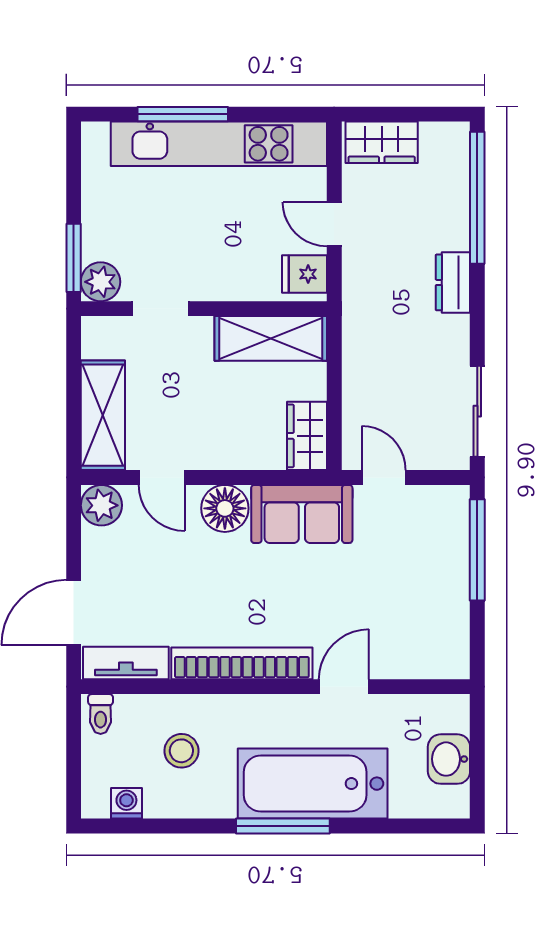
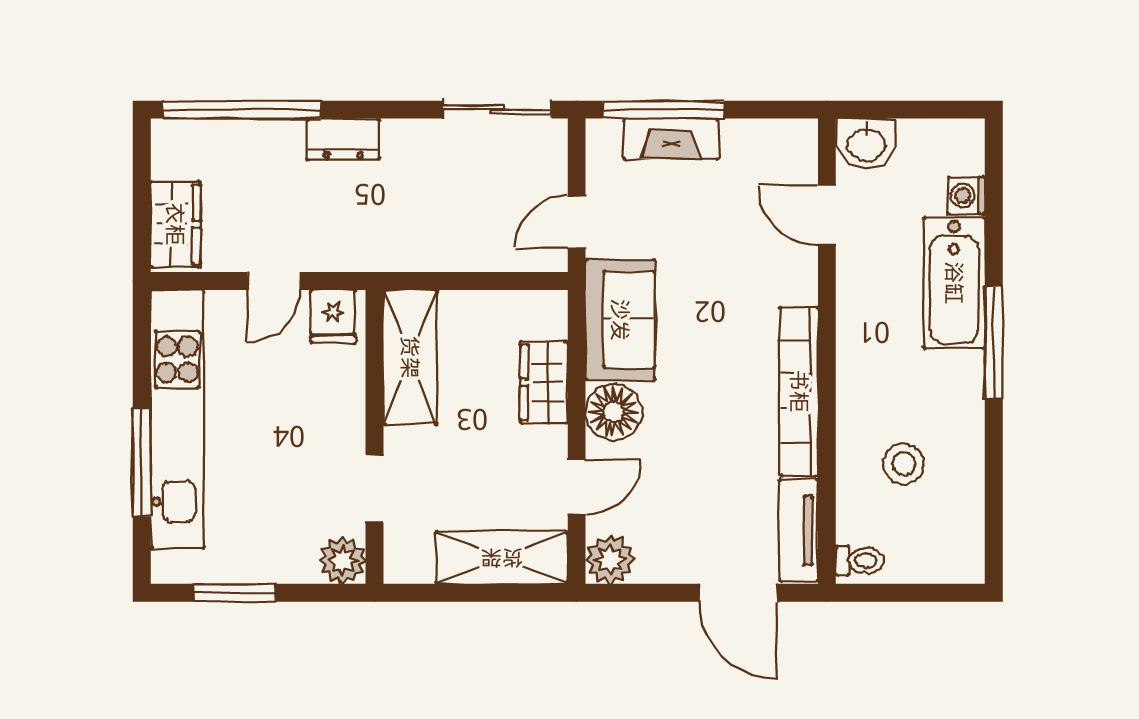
window: (74, 258) -> (235, 593), moved
wardrobe: (307, 436) -> (544, 382), moved, turned 90
fireplace: (453, 556) -> (671, 139), added
door: (344, 687) -> (827, 215), moved
washbasin: (449, 759) -> (866, 144), moved
bathtub: (313, 784) -> (954, 283), width x0.73, depth x0.73
washing machine: (126, 803) -> (967, 196), moved

